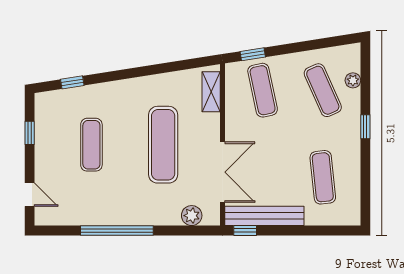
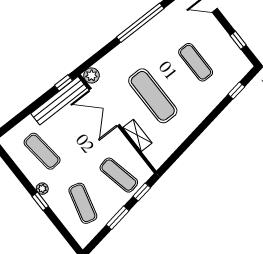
window: (298, 47) -> (118, 218), added
plant: (353, 80) -> (42, 189), moved
exercise mat: (323, 90) -> (83, 203), turned 39
shelving: (211, 92) -> (137, 135), moved
plant: (192, 216) -> (91, 75), moved

